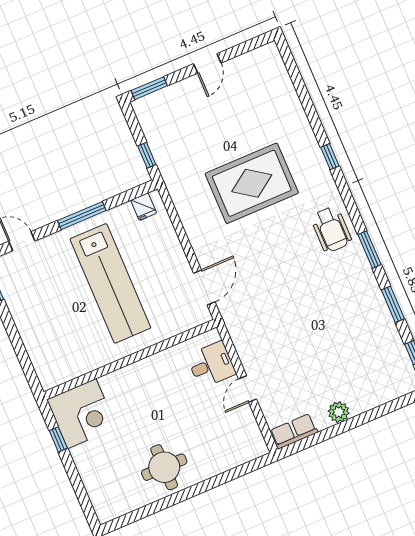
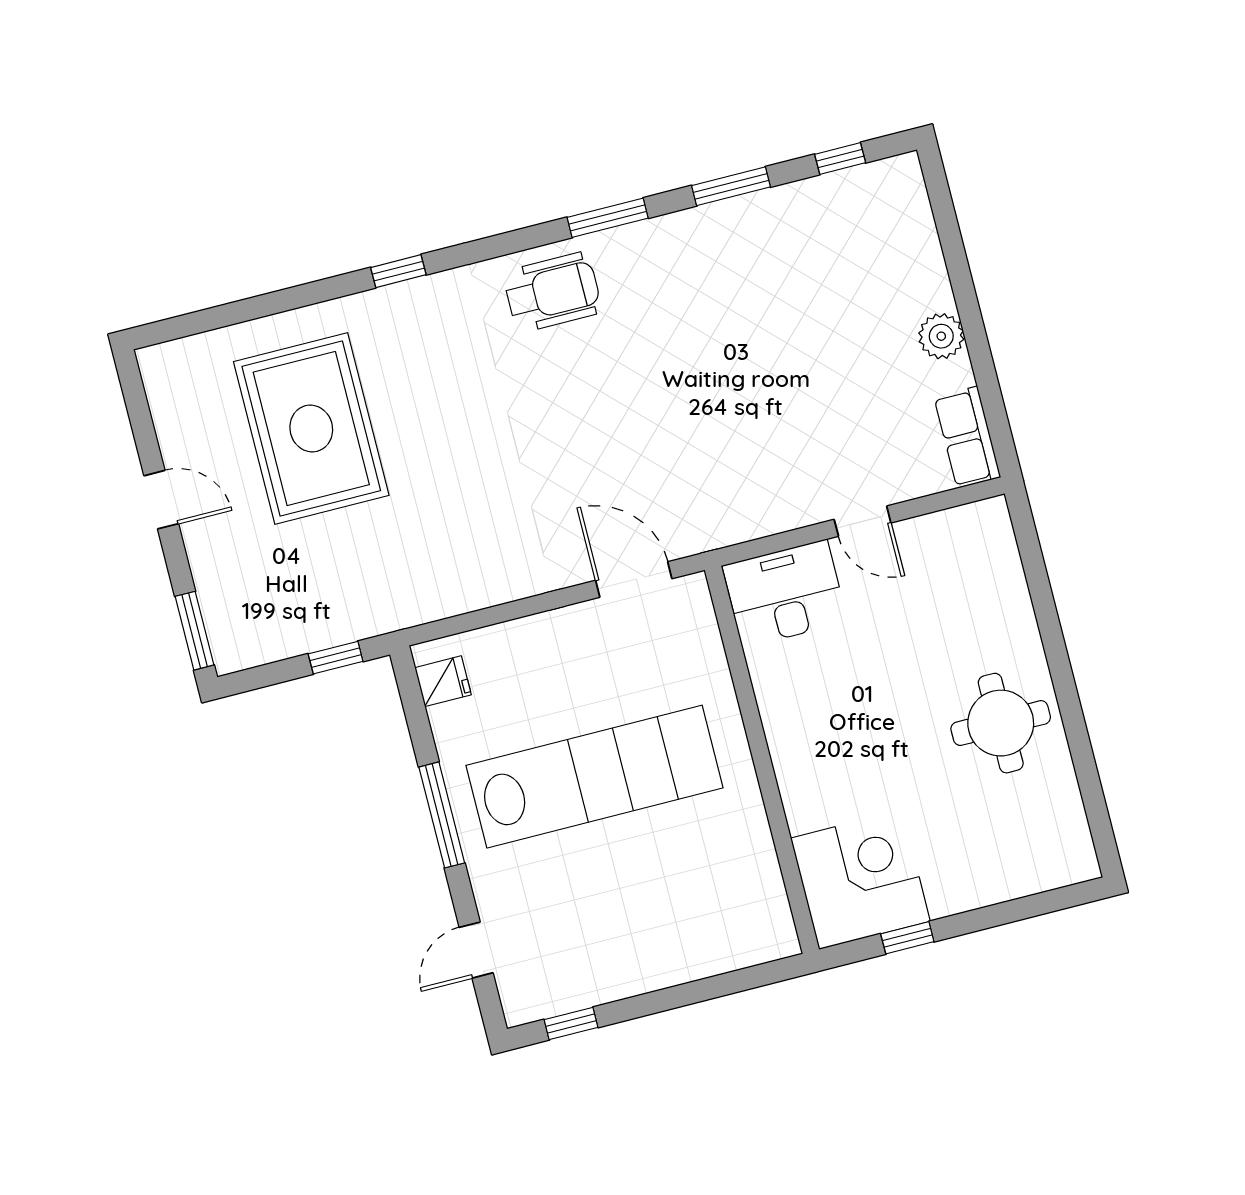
rug: (252, 183) -> (311, 428), moved
desk: (211, 365) -> (785, 594), width x1.37

